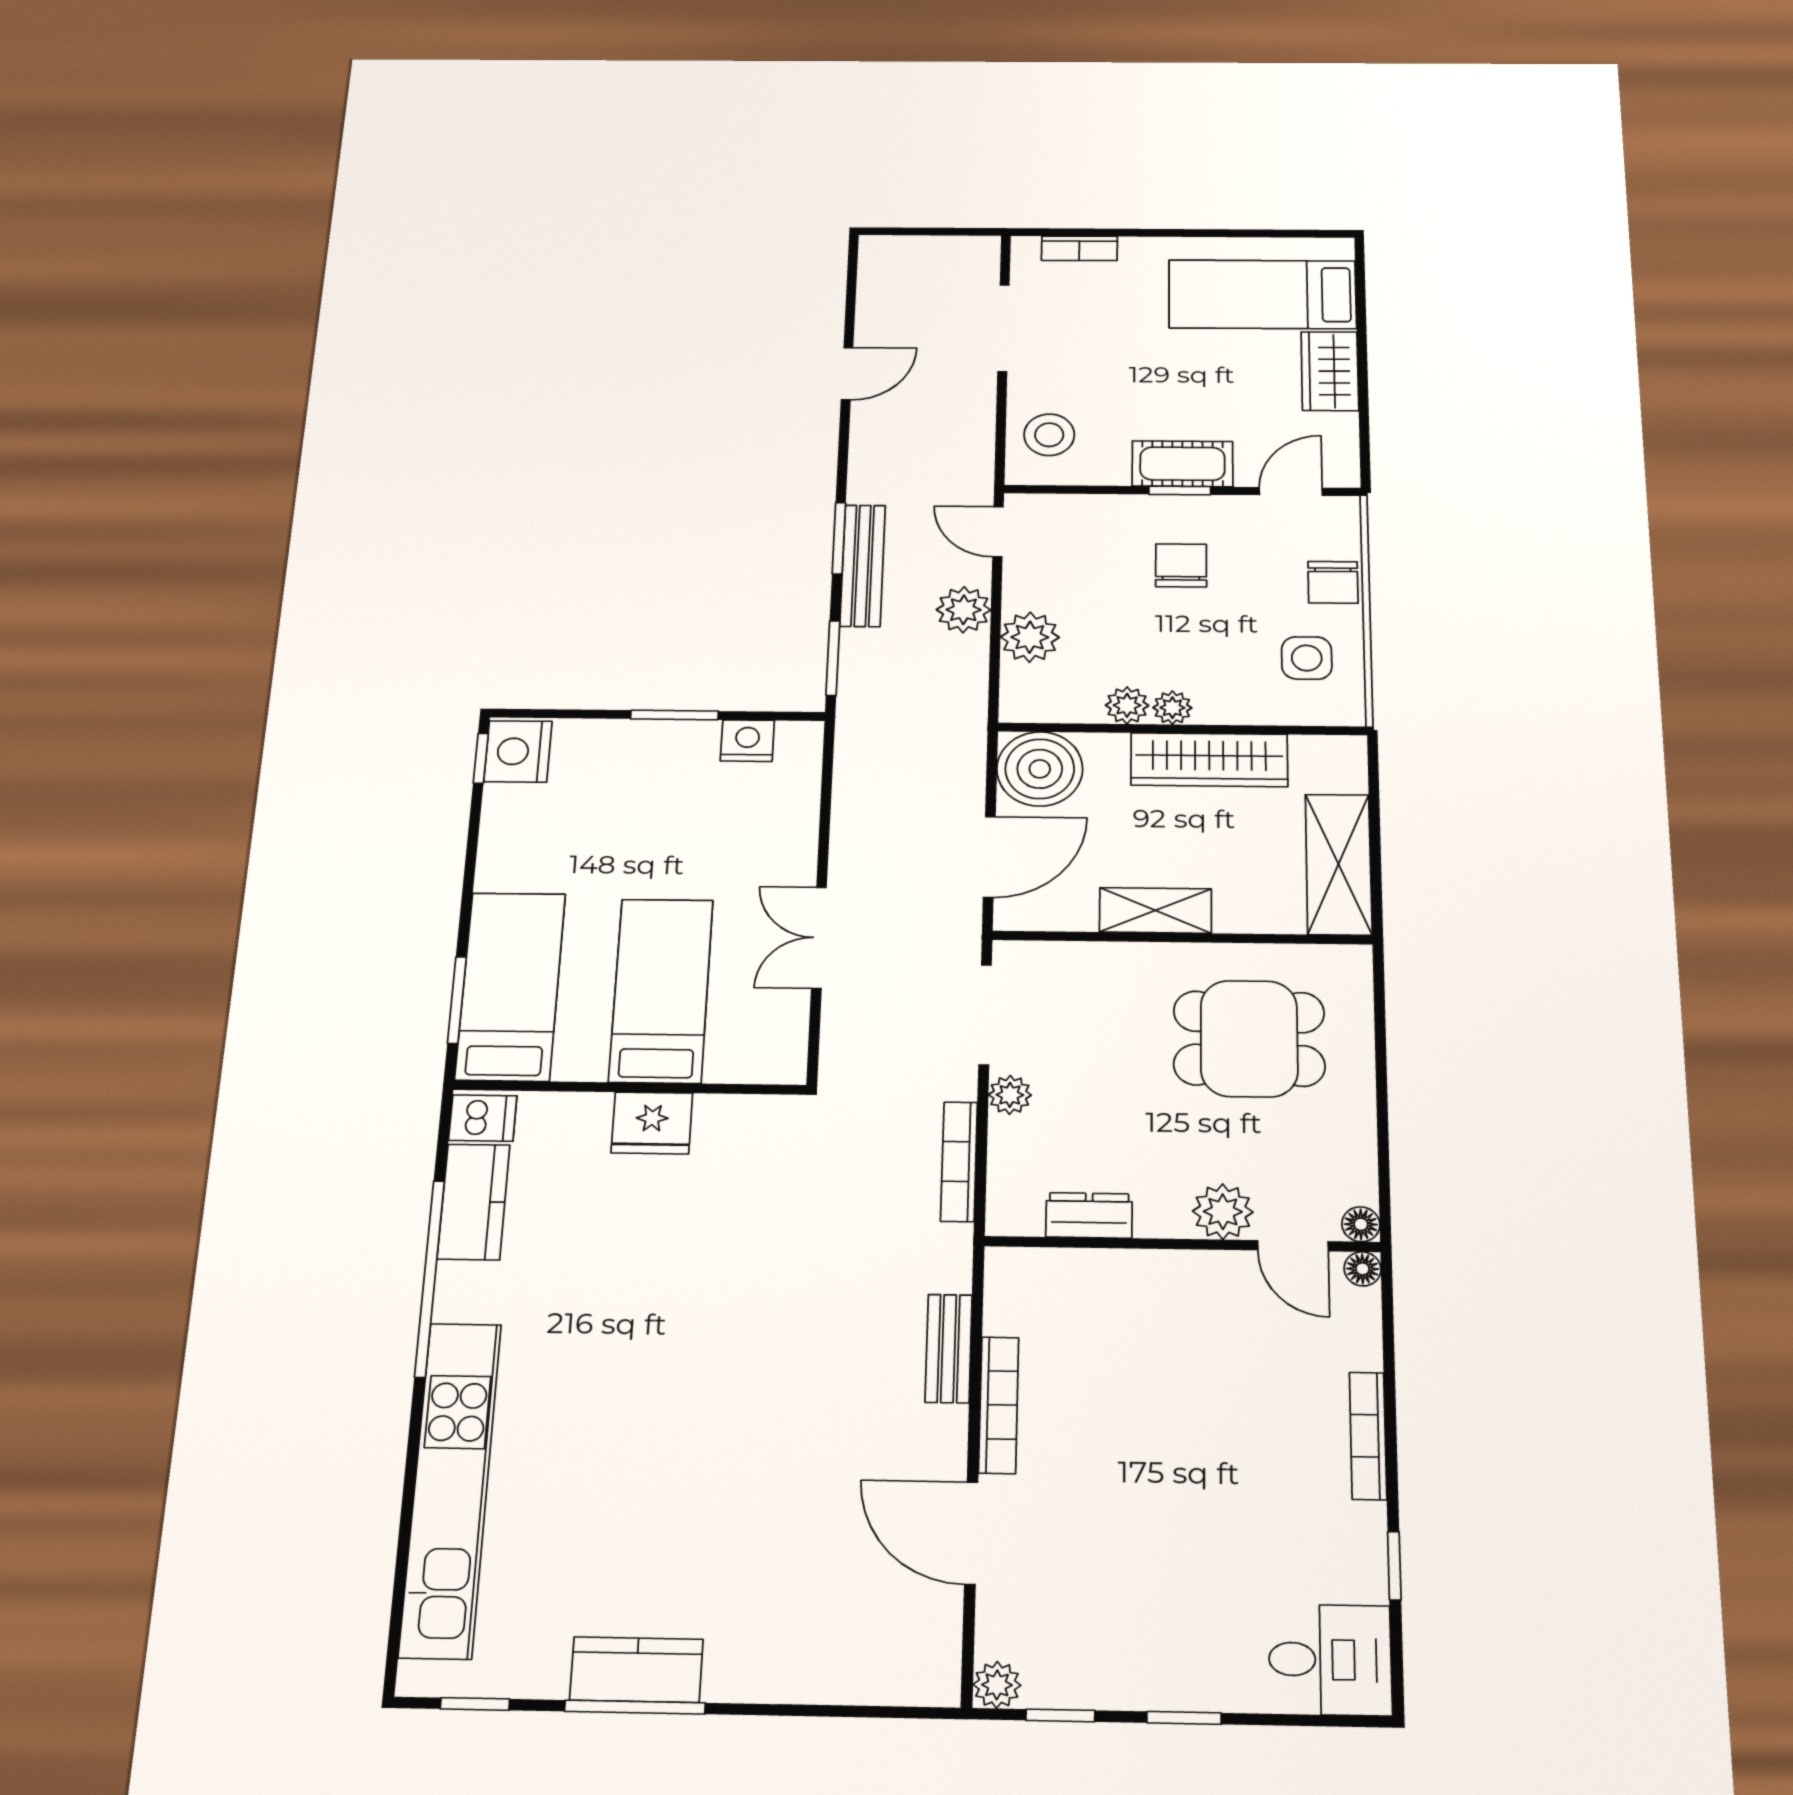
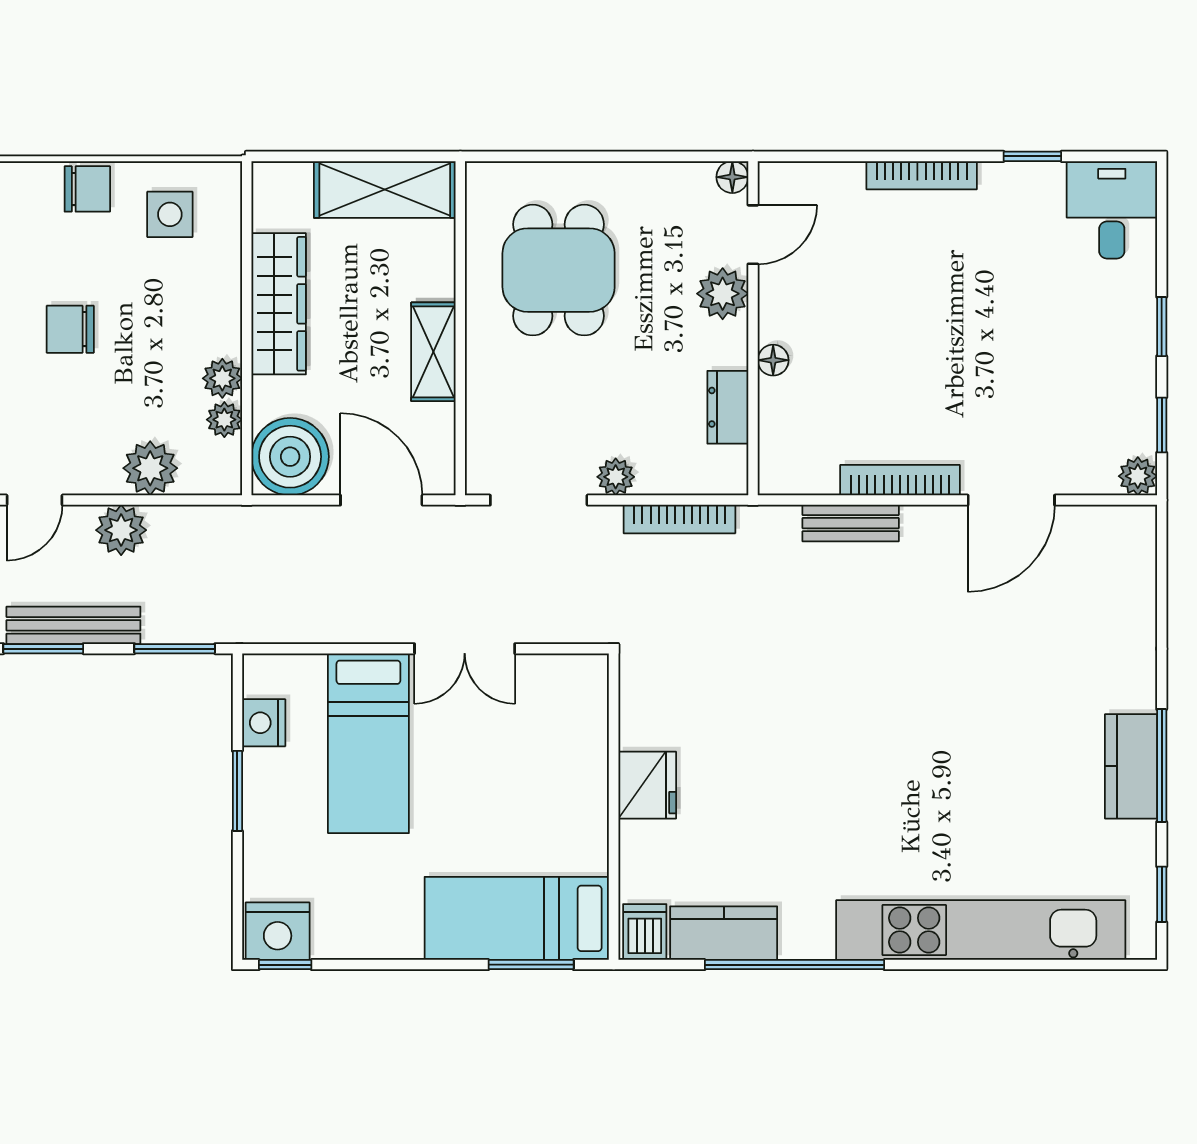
plant: (1172, 708) -> (224, 420), moved
bed: (661, 990) -> (368, 743), moved, turned -90
floor lamp: (1363, 1269) -> (773, 360), moved

